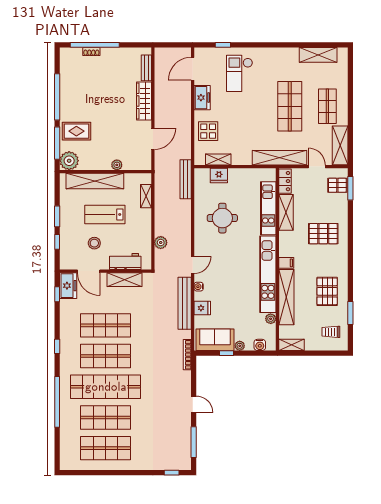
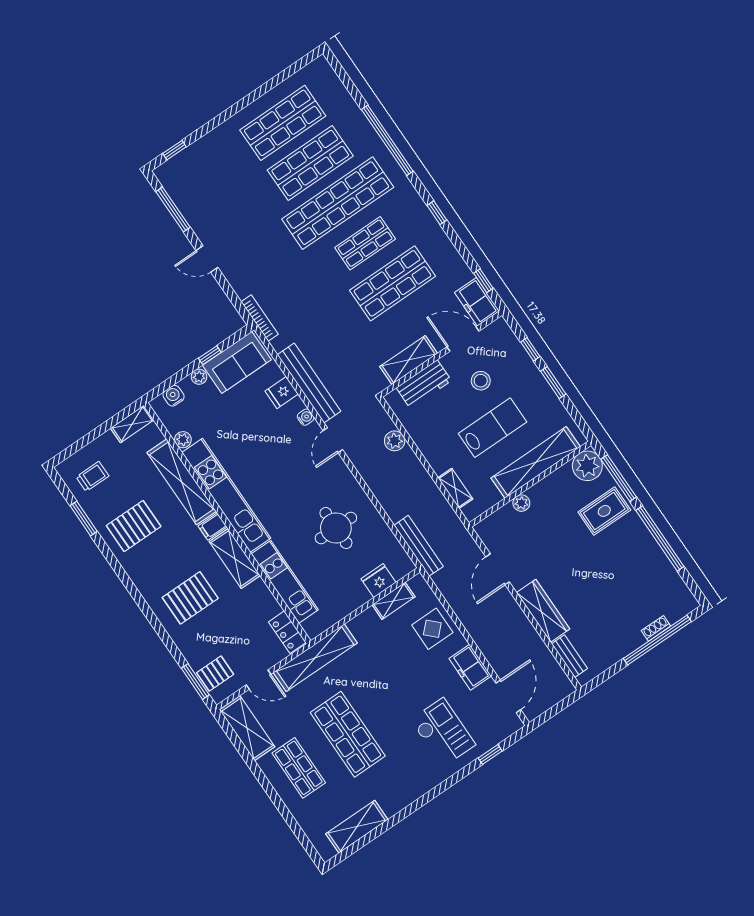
shelving: (286, 212) -> (235, 558), moved
pallet: (327, 291) -> (134, 526), turned 90
shop shelf: (106, 356) -> (365, 243), width x0.70, depth x0.74

